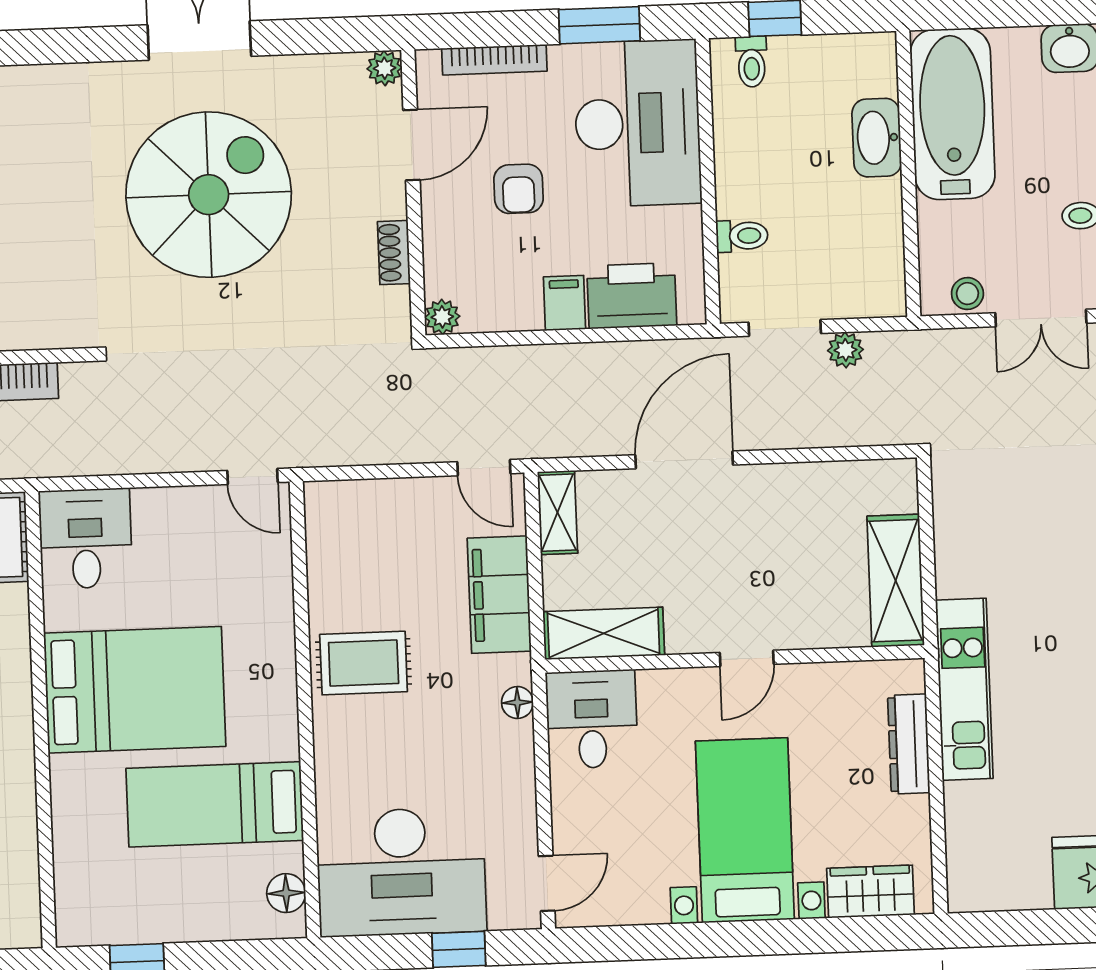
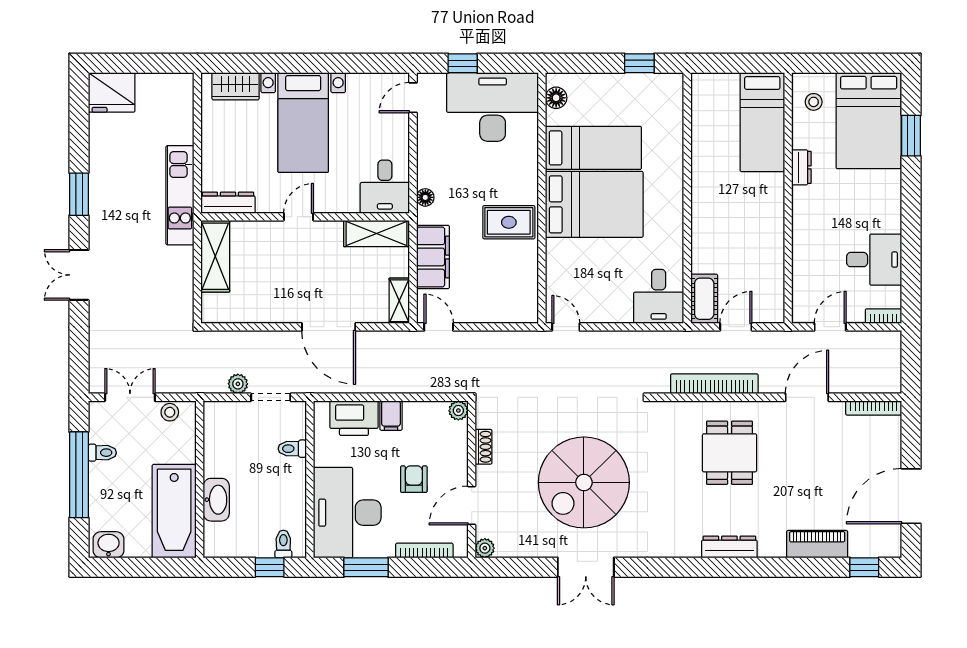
door: (684, 460) -> (329, 327), hinge flipped
bed: (135, 690) -> (594, 204), moved, turned 180
dresser: (909, 744) -> (228, 203), moved, turned -90

